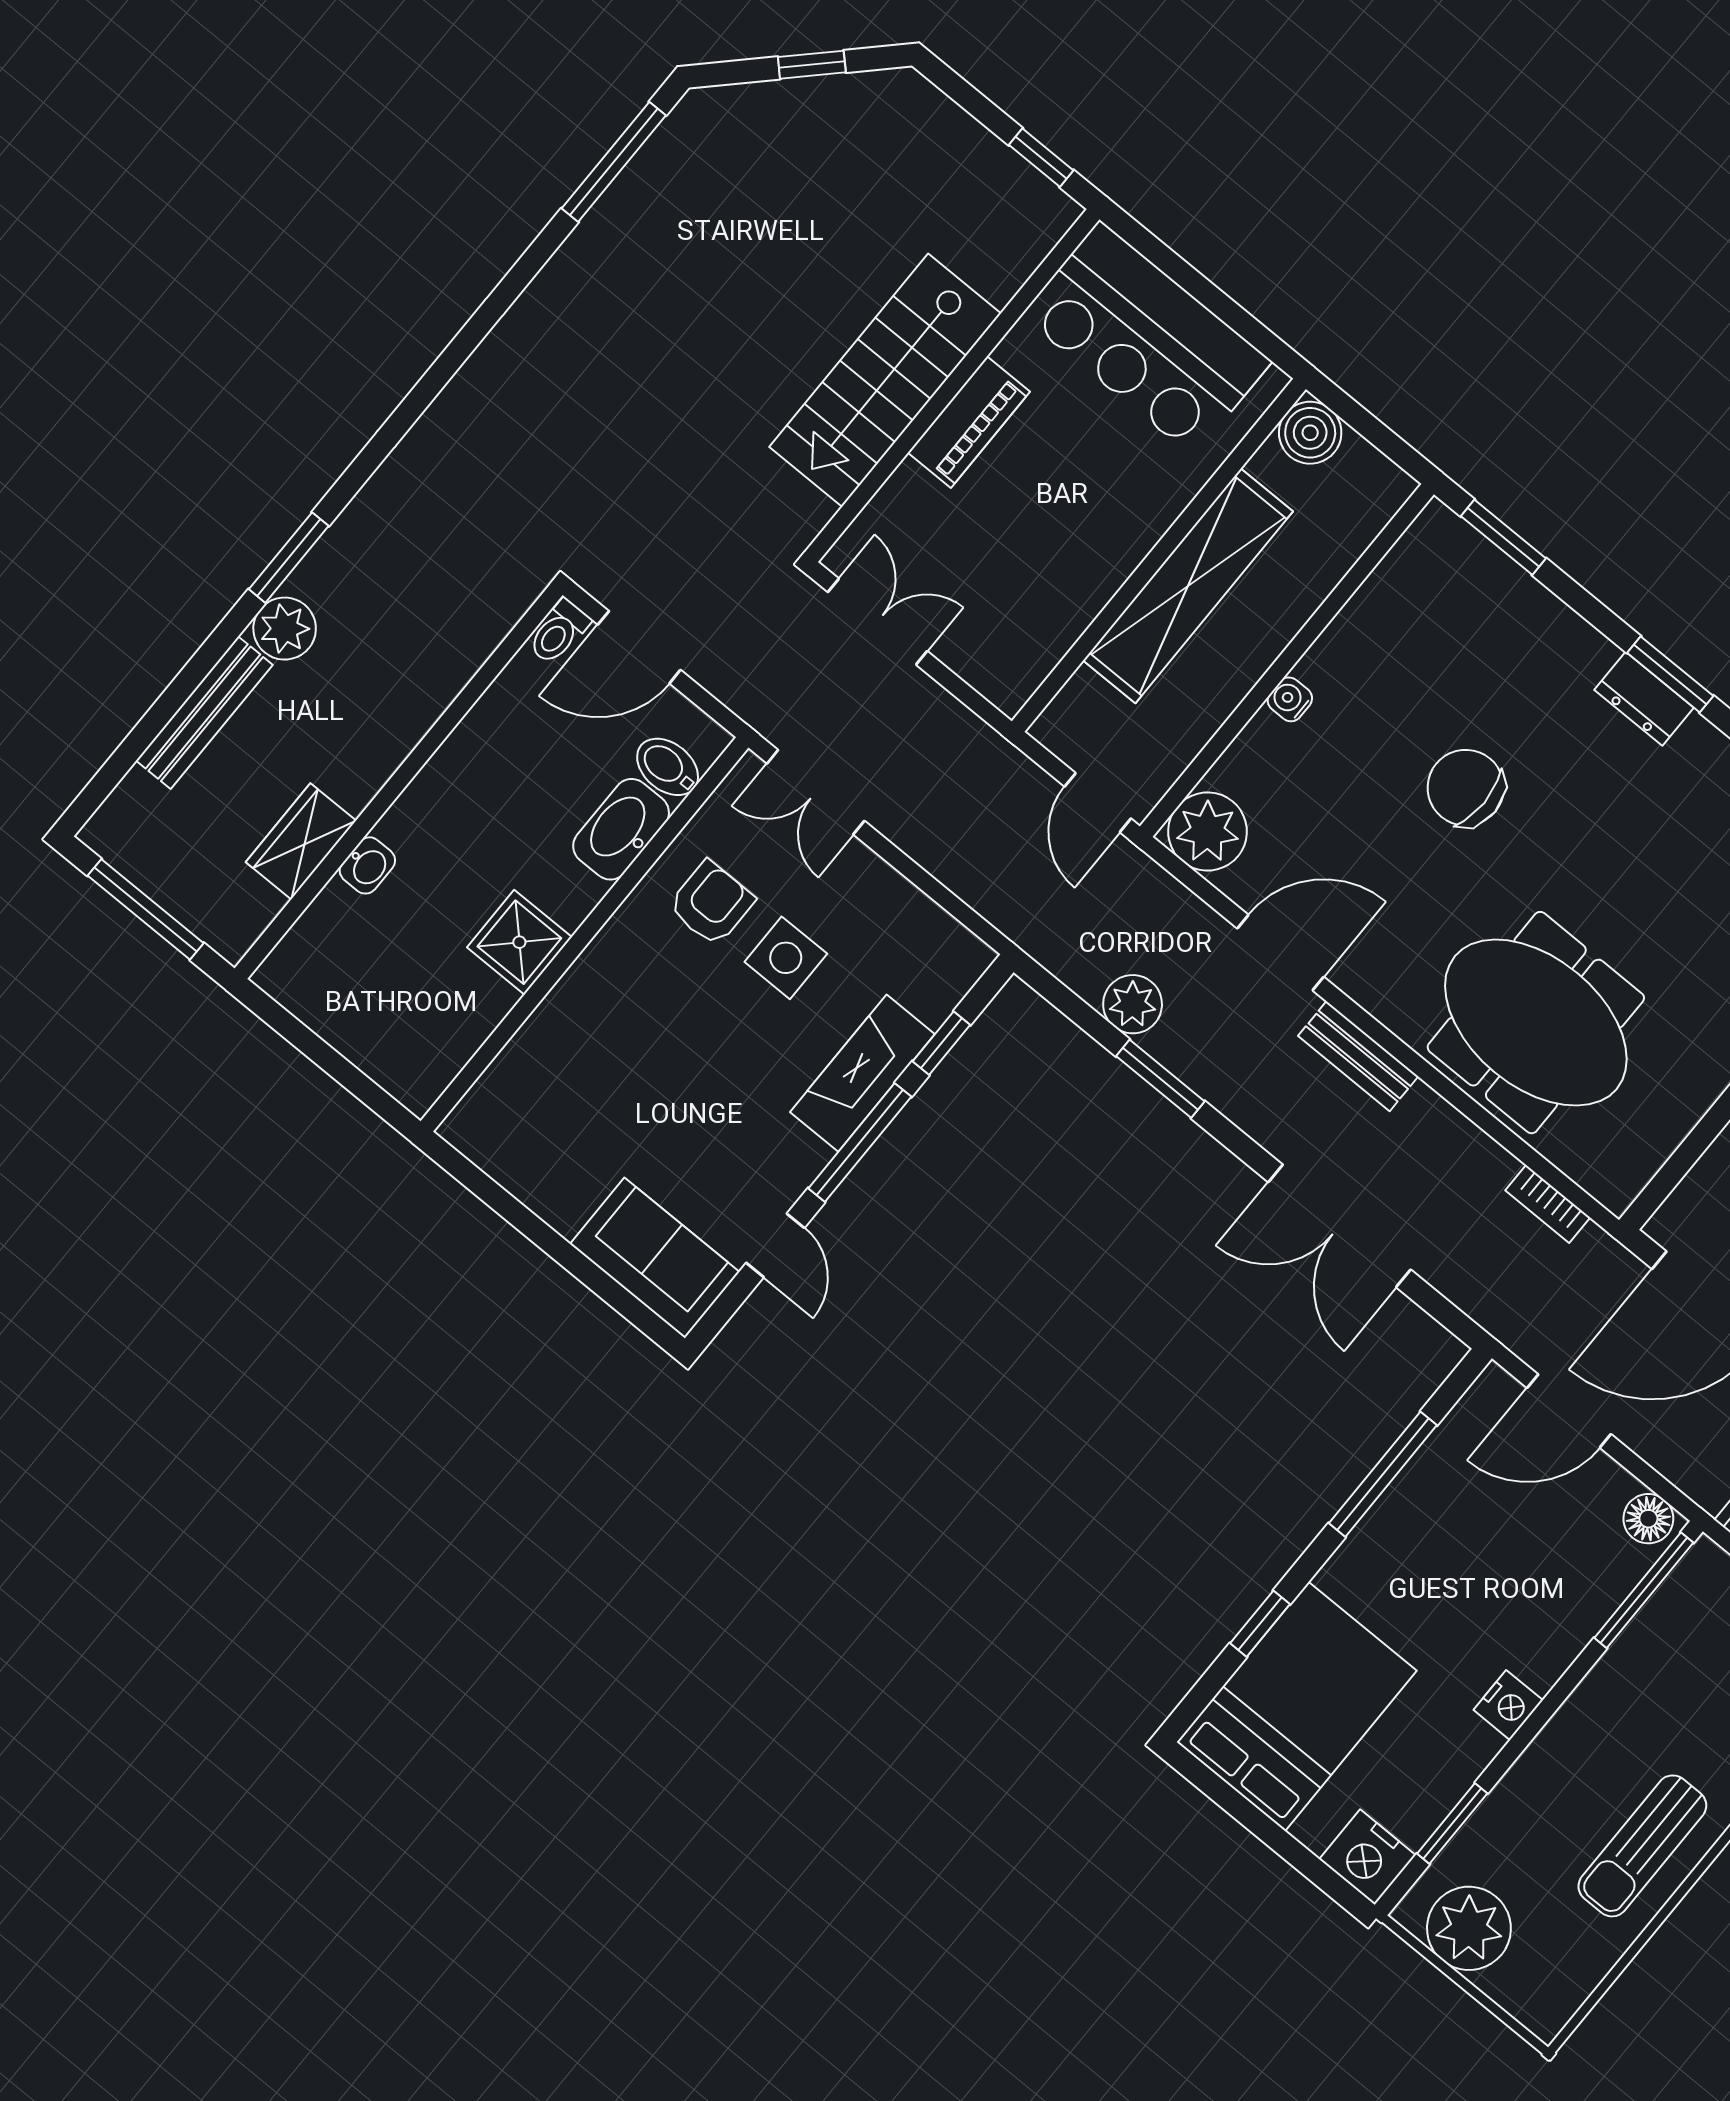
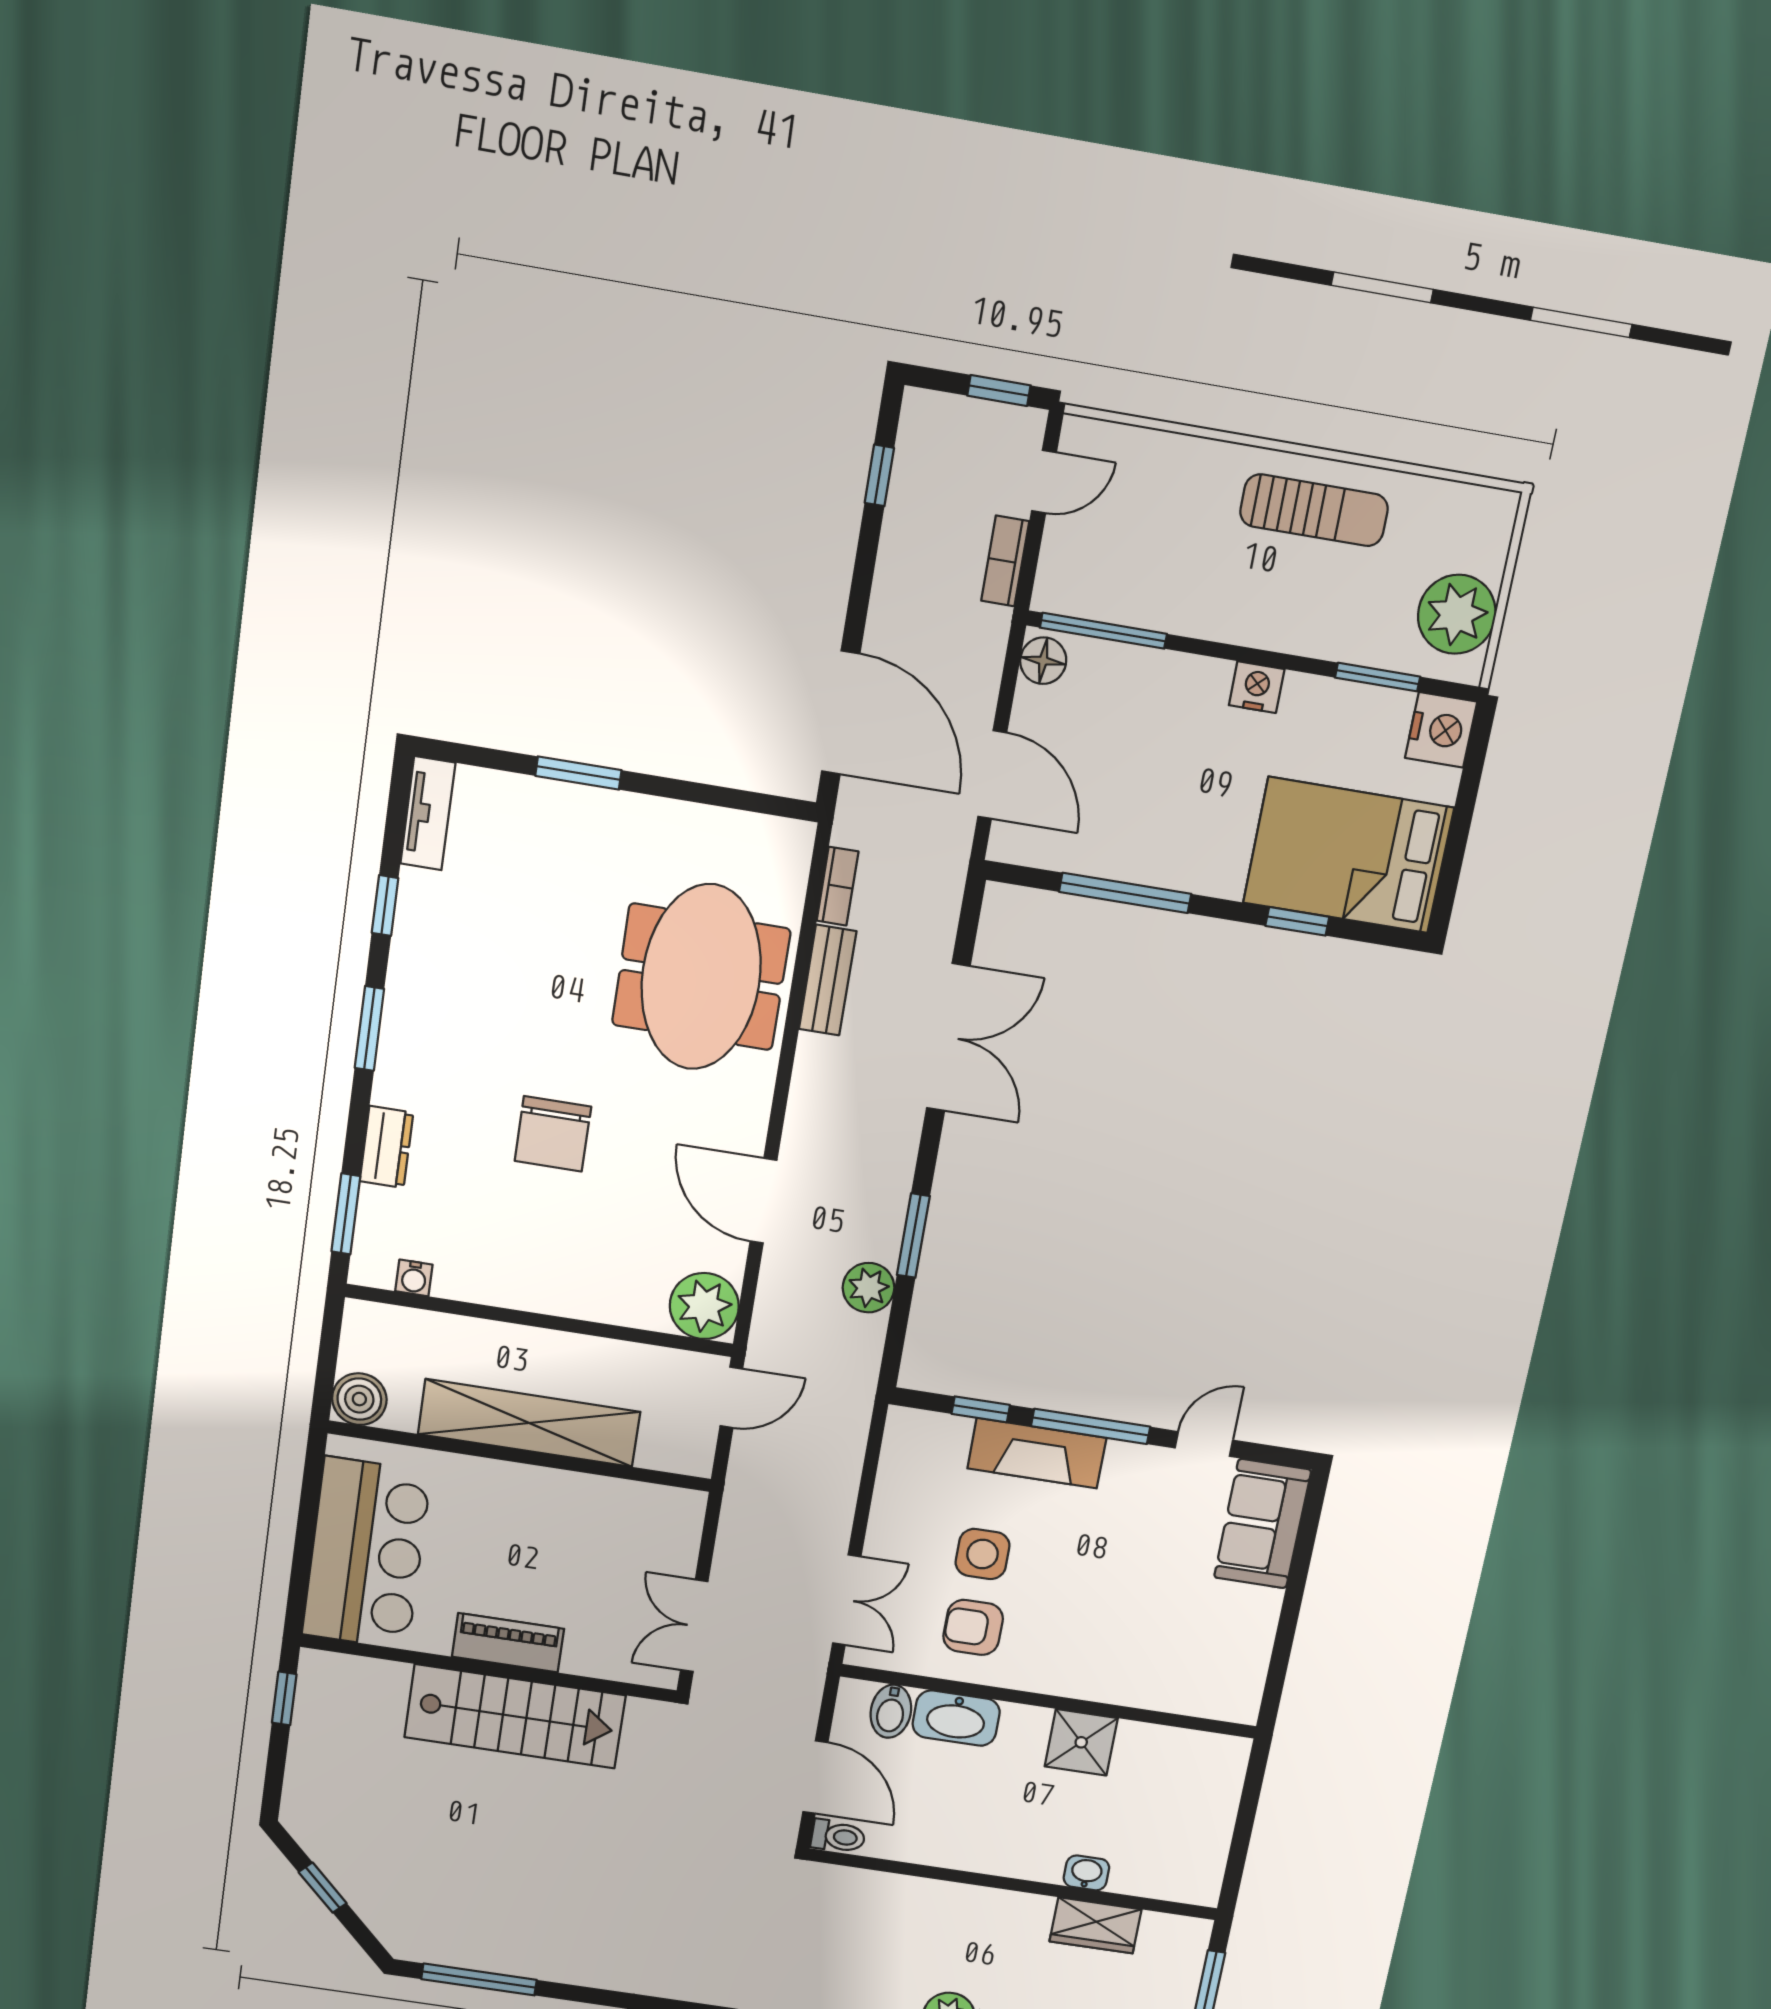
water cooler: (1290, 699) -> (414, 1278), moved
dresser: (1644, 699) -> (387, 1147), moved
bench: (1358, 1056) -> (828, 980), moved

